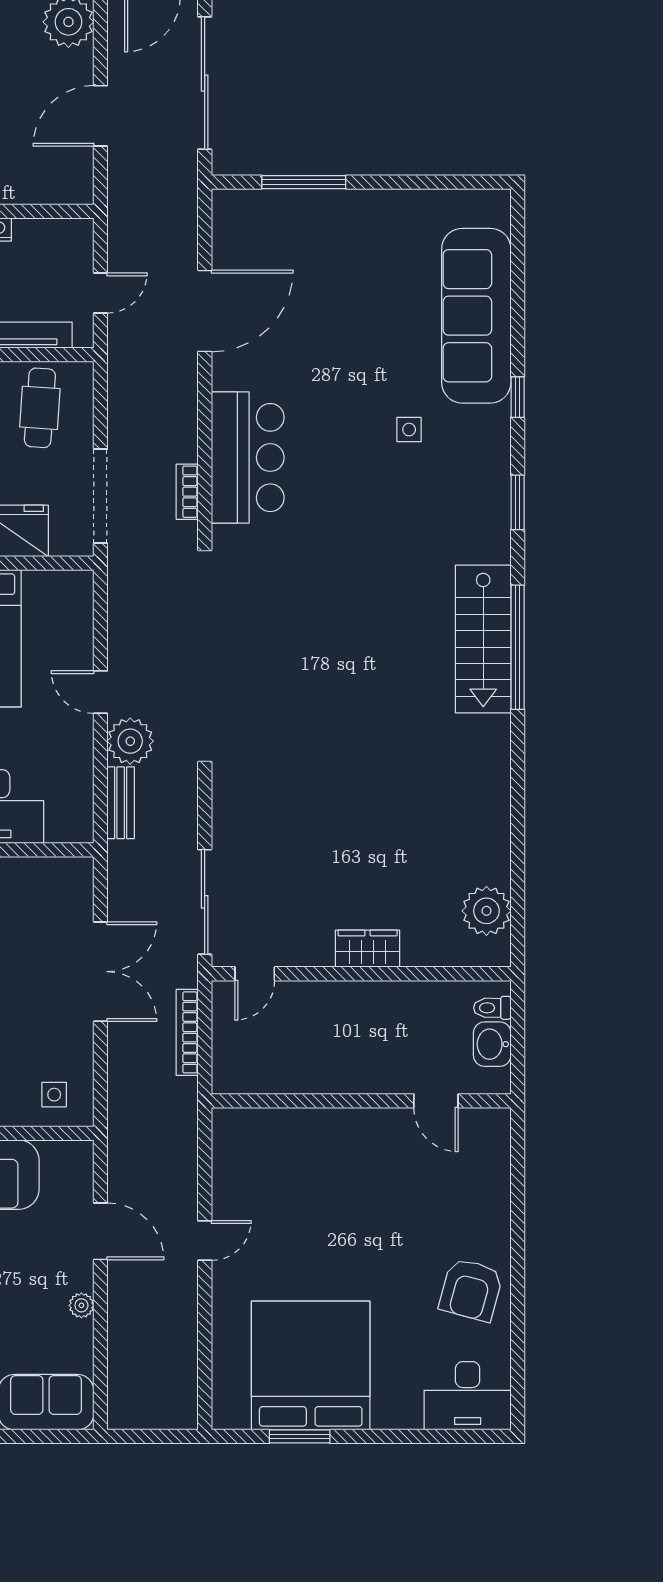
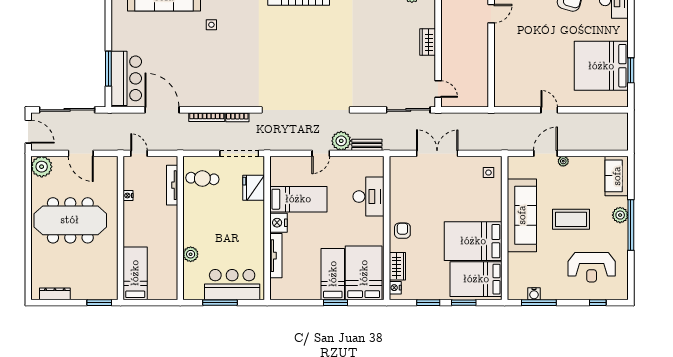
door: (100, 293) -> (139, 153), moved
bar counter: (248, 458) -> (126, 78), moved, turned 90
bookcase: (187, 1032) -> (207, 117), moved
plant: (81, 1305) -> (563, 161), moved

